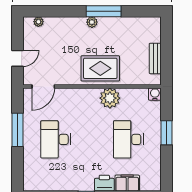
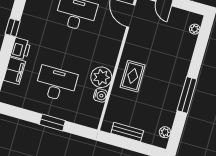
plant: (92, 22) -> (165, 132), moved
rug: (100, 68) -> (133, 76), width x0.73, depth x0.70
water cooler: (155, 94) -> (100, 95), moved

